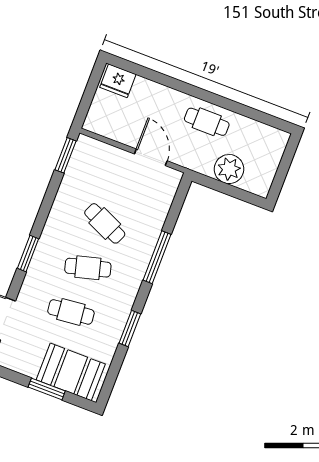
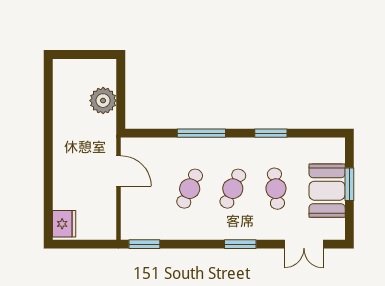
cafe table: (207, 122) -> (70, 135), removed
door: (151, 157) -> (118, 171), swing flipped
cafe table: (88, 268) -> (233, 189), turned 39
booth: (71, 372) -> (327, 191), moved

